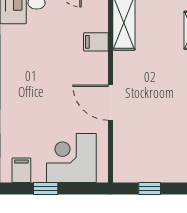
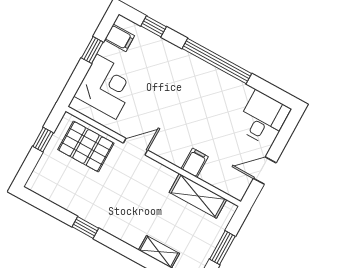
door: (111, 103) -> (135, 147), width x0.73
pallet: (135, 147) -> (86, 146), added

